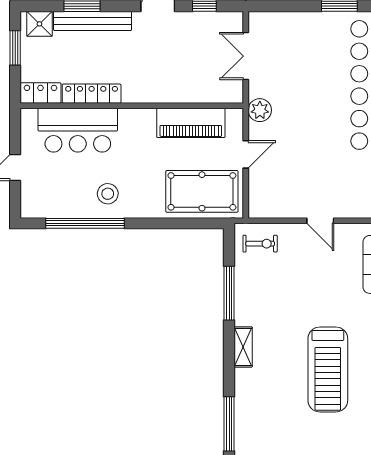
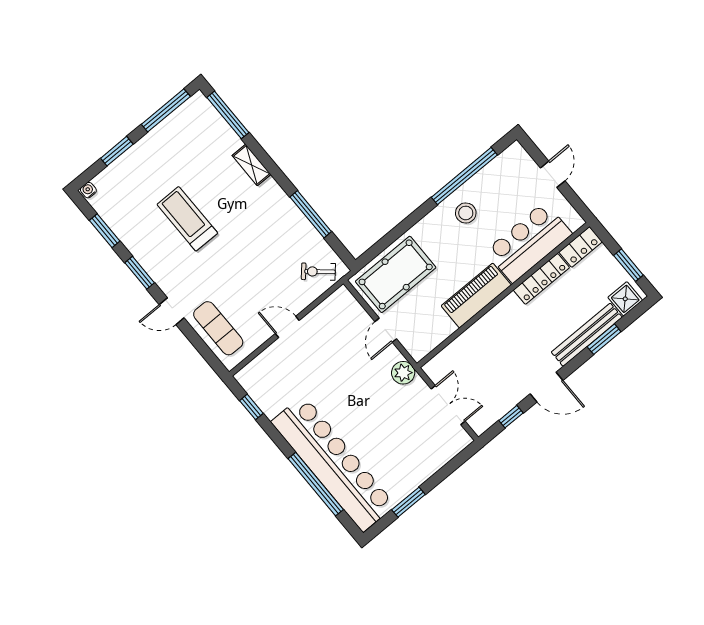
piano: (191, 123) -> (476, 296), moved
exercise bike: (260, 244) -> (318, 272), turned 41
shelving: (243, 347) -> (251, 165), moved
treadmill: (328, 369) -> (187, 219), width x0.73, depth x0.73

